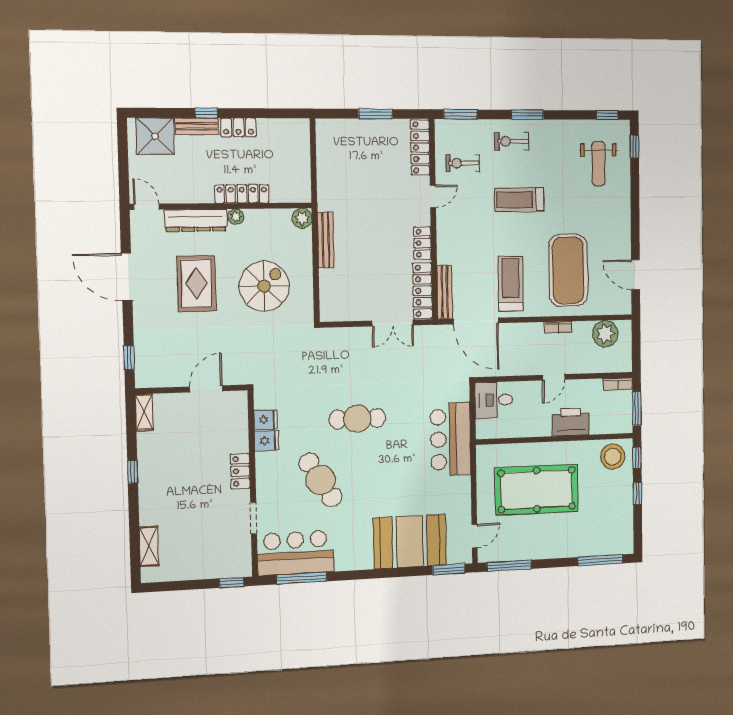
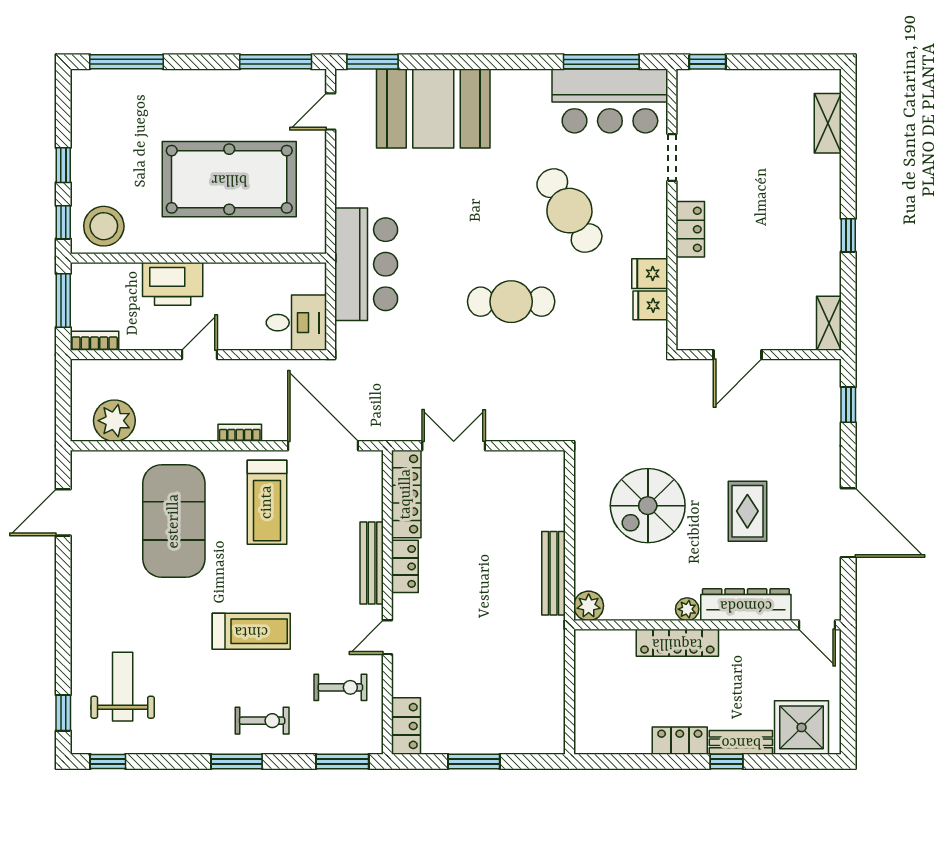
locker: (420, 148) -> (406, 726), width x0.66
door: (636, 275) -> (63, 512), swing flipped
rug: (196, 284) -> (747, 511), width x0.73, depth x0.70
bench: (445, 292) -> (372, 563), moved
bookcase: (558, 327) -> (240, 433), moved

